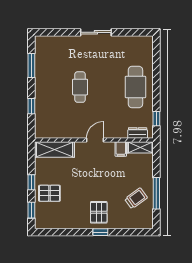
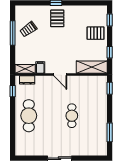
window: (31, 106) -> (110, 88), moved
door: (95, 140) -> (60, 75), hinge flipped
window: (31, 182) -> (110, 52), moved

